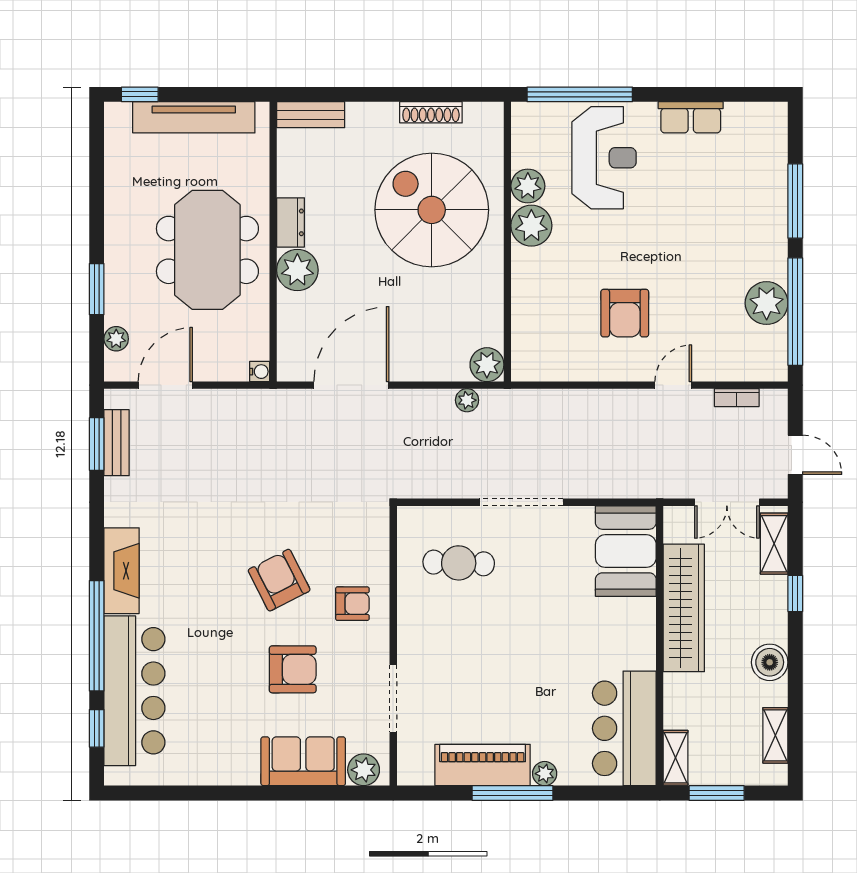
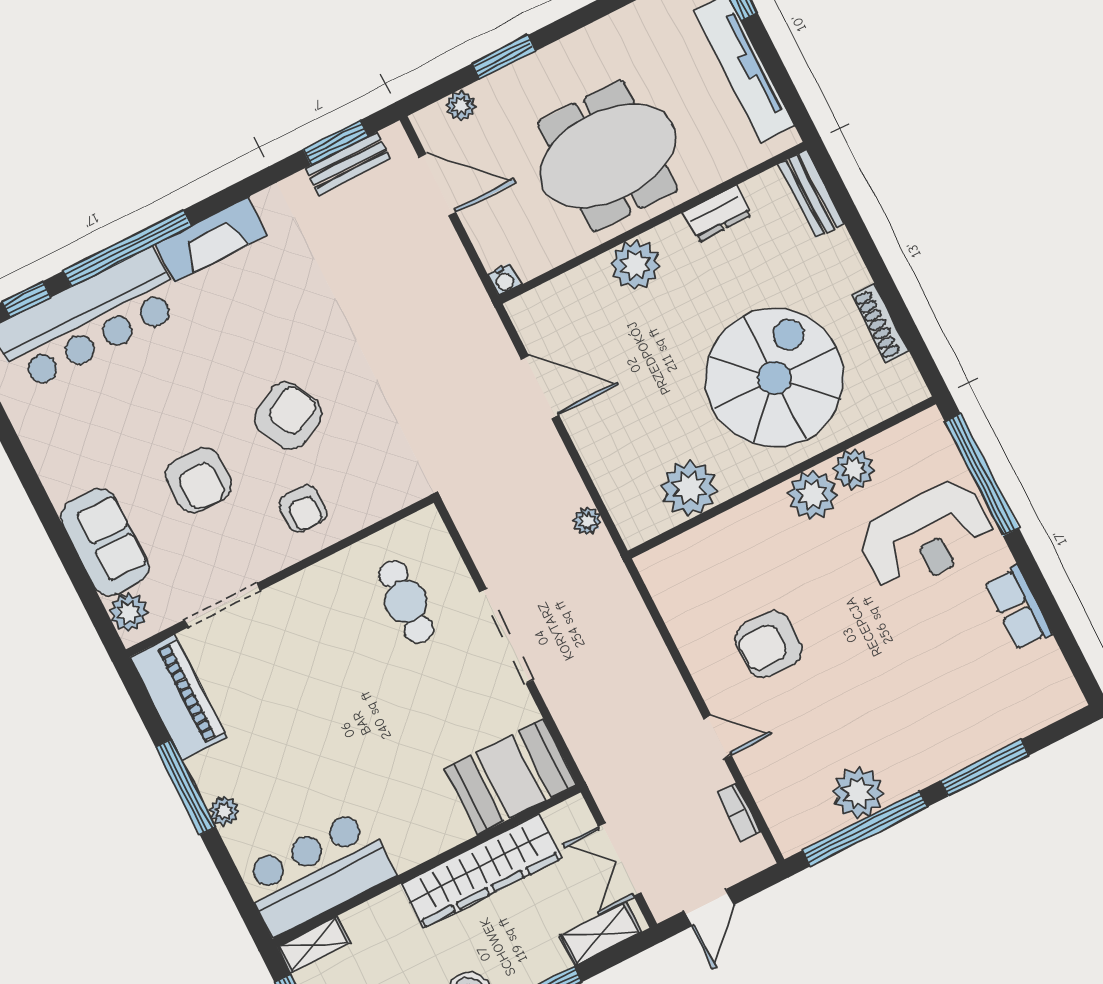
dresser: (291, 222) -> (718, 214), moved
plant: (487, 365) -> (689, 488), moved, width x1.36, depth x1.36
door: (351, 385) -> (540, 387), width x0.73
piano: (483, 765) -> (178, 697), moved

